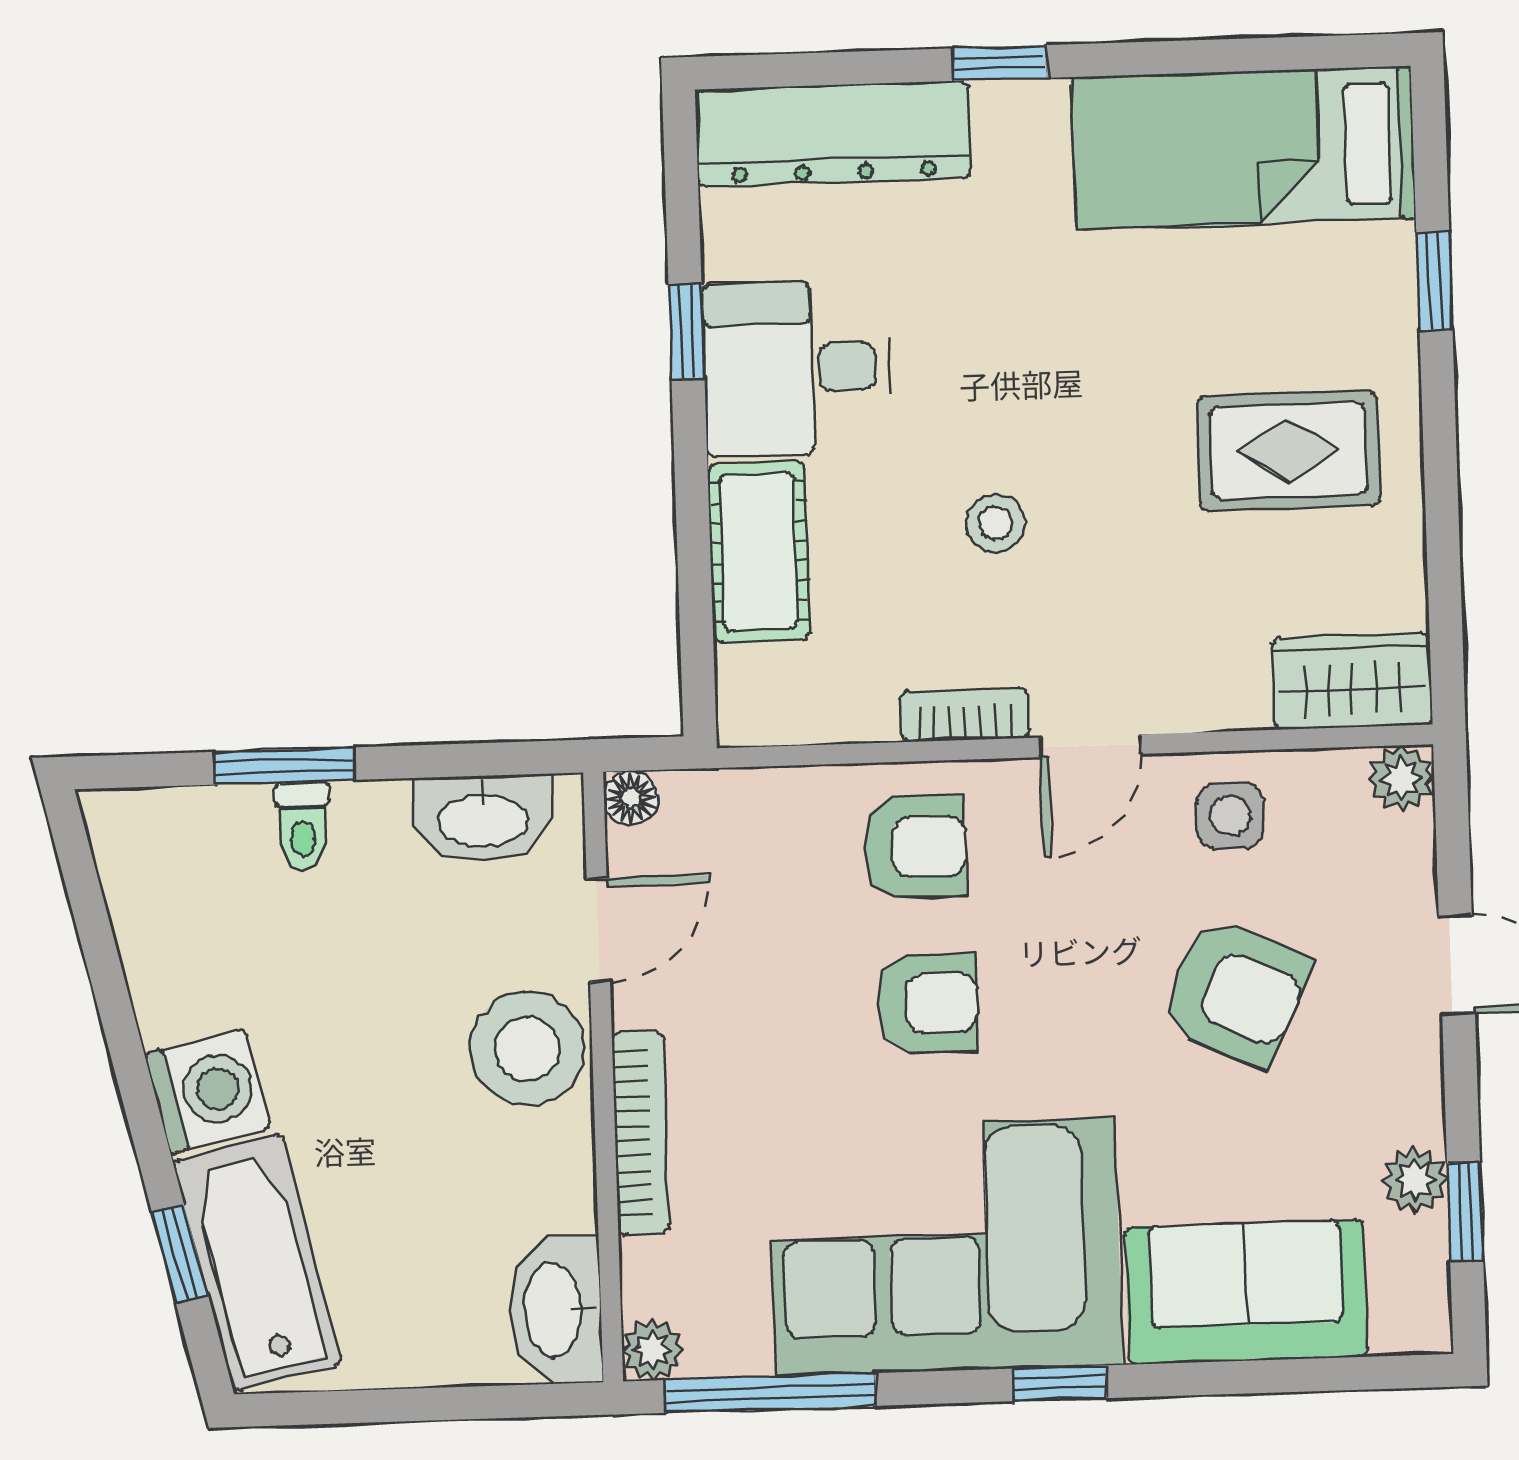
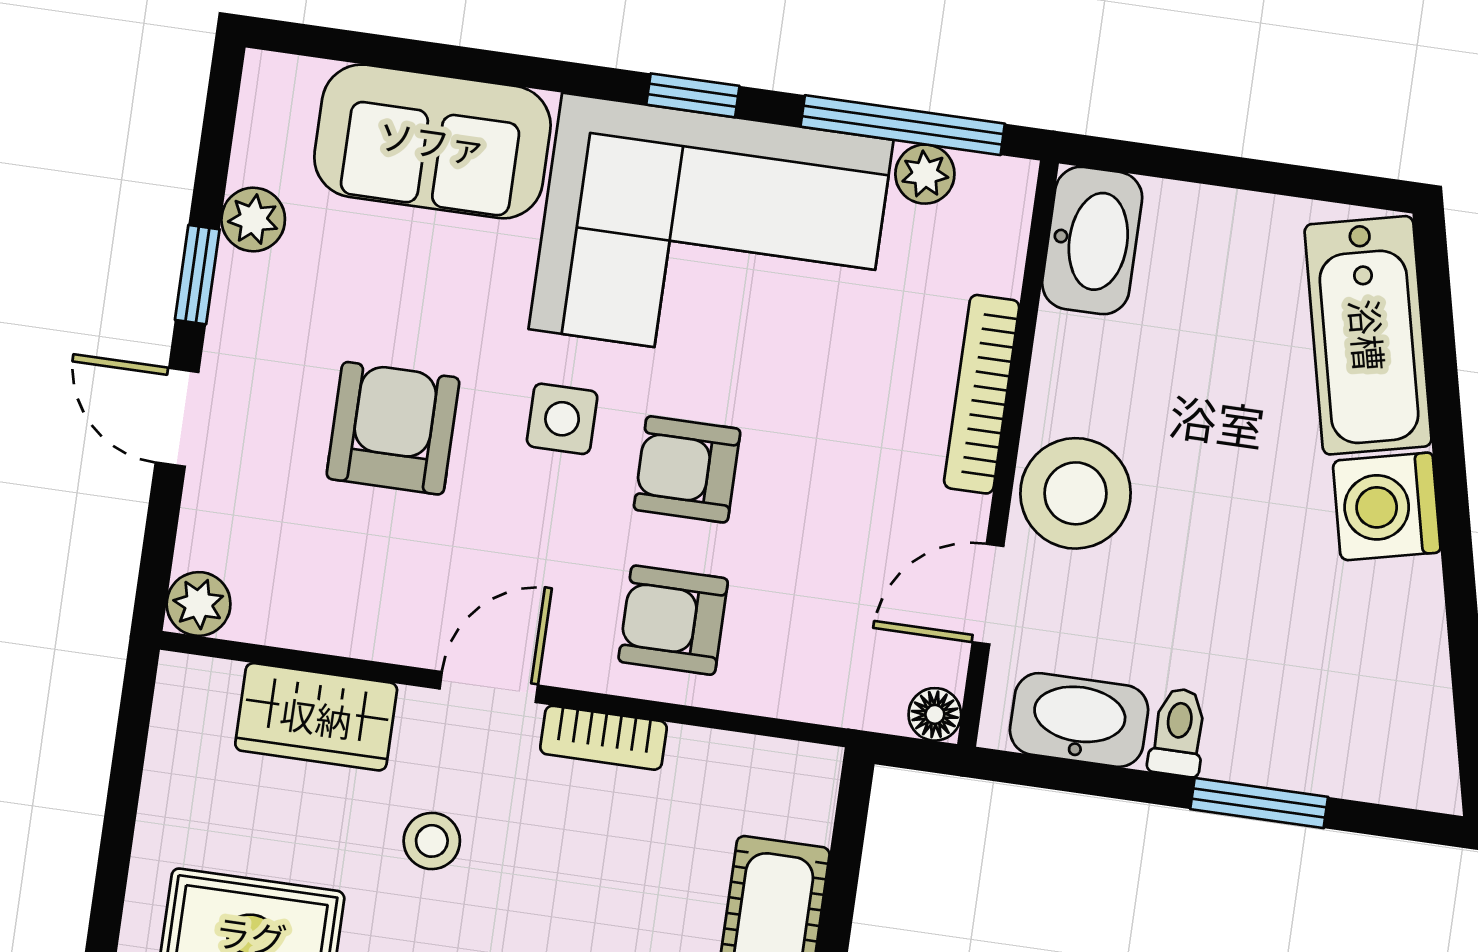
stool: (995, 523) -> (432, 841), moved
wardrobe: (1352, 681) -> (316, 717), moved
side table: (1230, 816) -> (562, 419), moved
toilet: (303, 826) -> (1178, 732), moved
armchair: (1235, 992) -> (393, 428), turned 66
window: (1465, 1212) -> (197, 275), moved
window: (180, 1253) -> (1440, 357), removed
plant: (653, 1350) -> (925, 174), moved
window: (1060, 1383) -> (693, 95), moved

